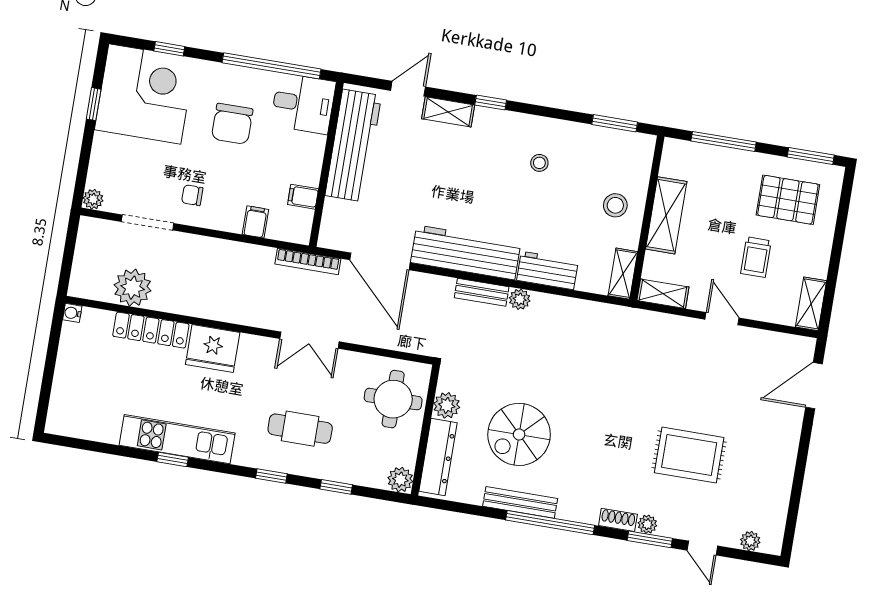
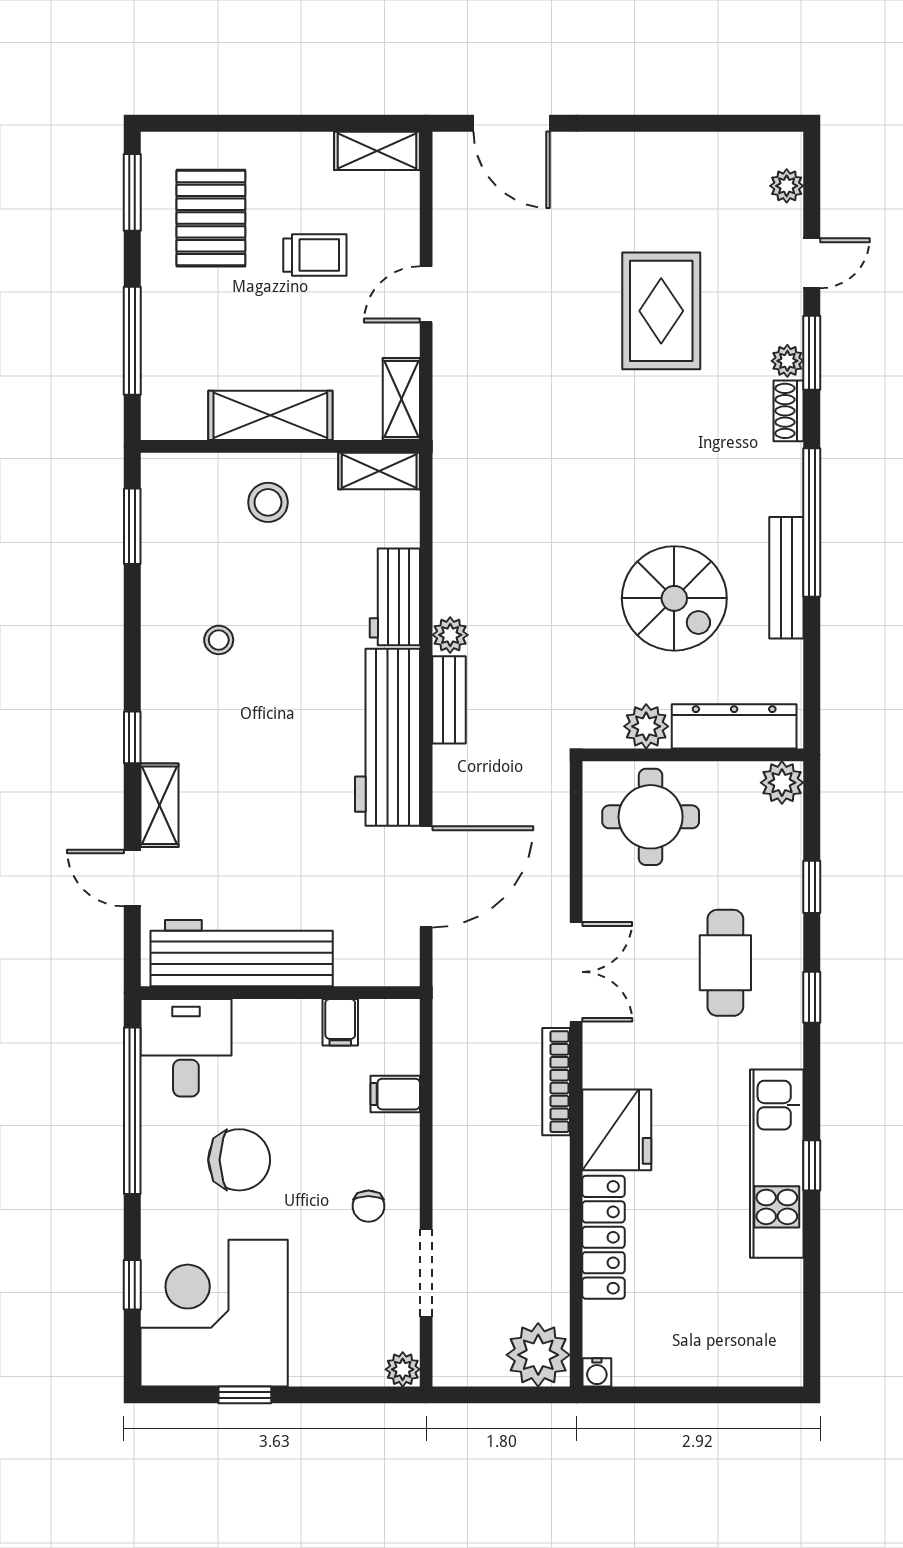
bookcase: (308, 261) -> (556, 1082), moved, turned 180
plant: (133, 288) -> (538, 1355), moved

